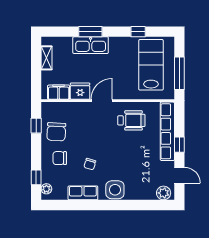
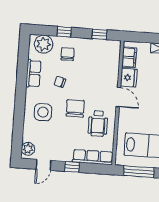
row of seats: (167, 131) -> (93, 157), width x0.73
chair: (56, 132) -> (75, 108), moved, turned 87
window: (36, 177) -> (64, 32), moved
plant: (46, 189) -> (44, 44), width x1.88, depth x1.88
side table: (115, 190) -> (43, 112), moved

